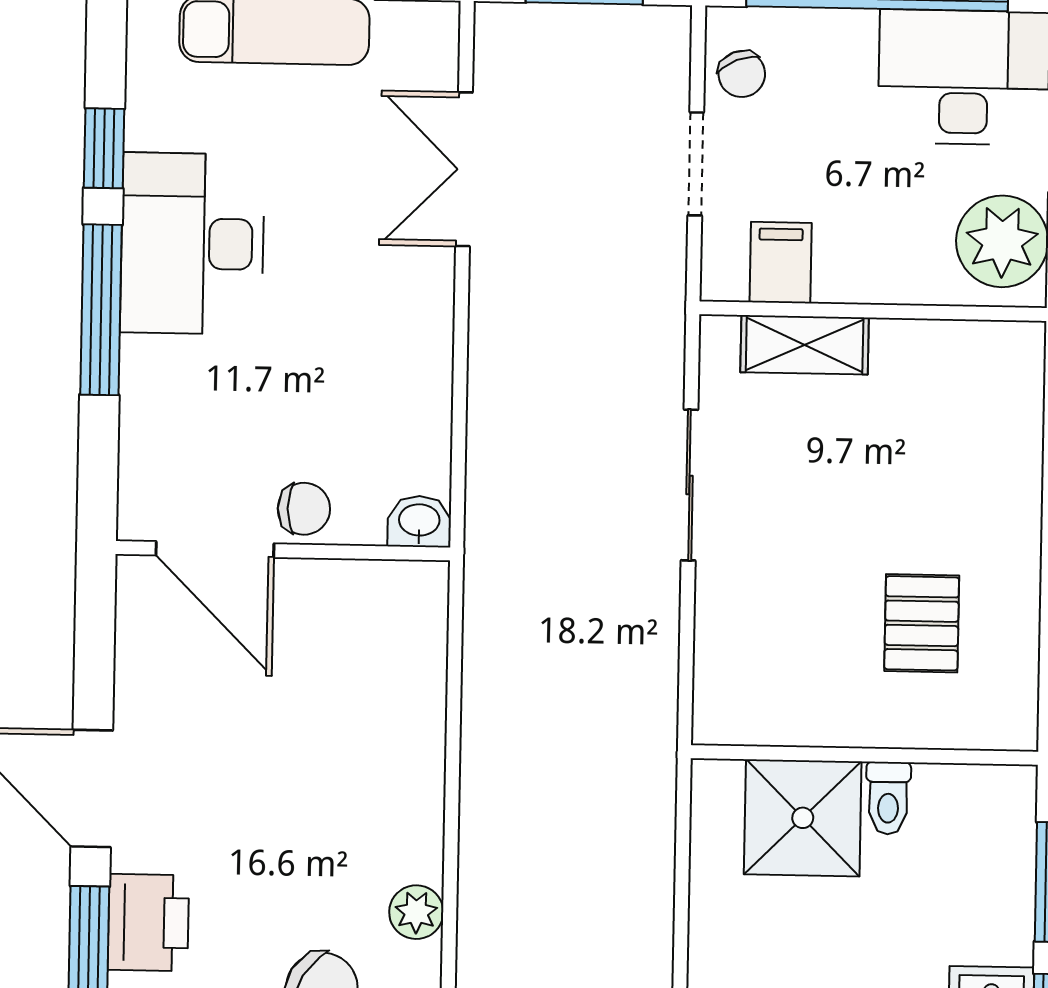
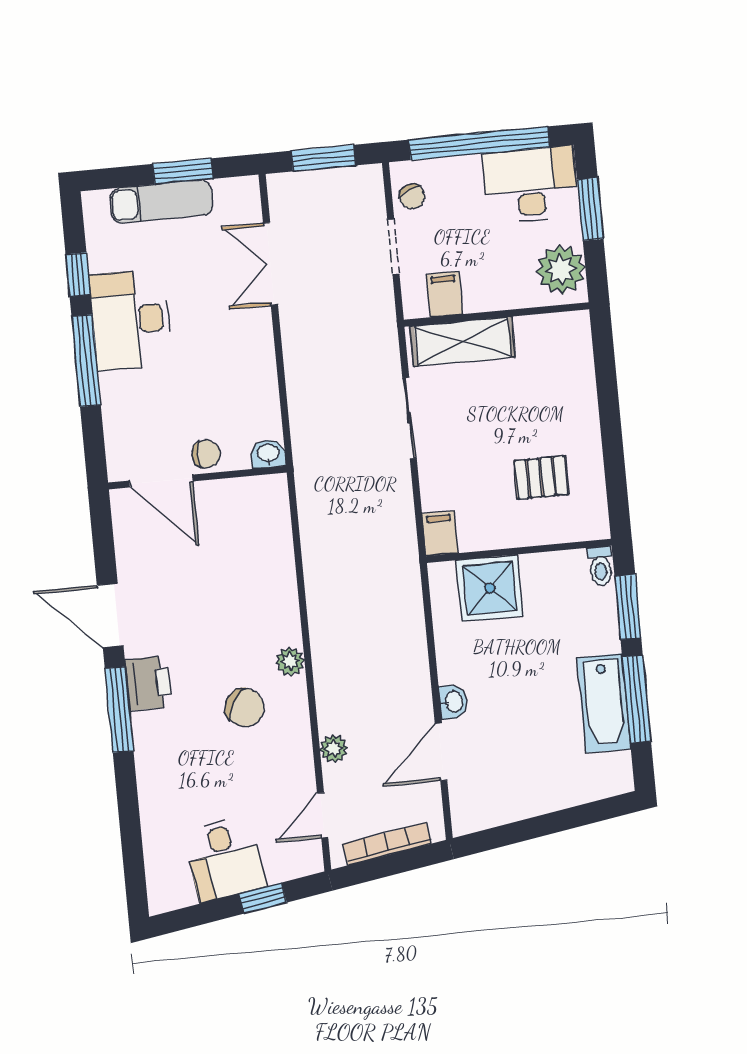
shelving: (805, 345) -> (463, 342), width x1.50, depth x1.33
pallet: (922, 623) -> (541, 477), turned 90
filing cabinet: (722, 706) -> (440, 533), added
toilet: (888, 798) -> (600, 566), moved

